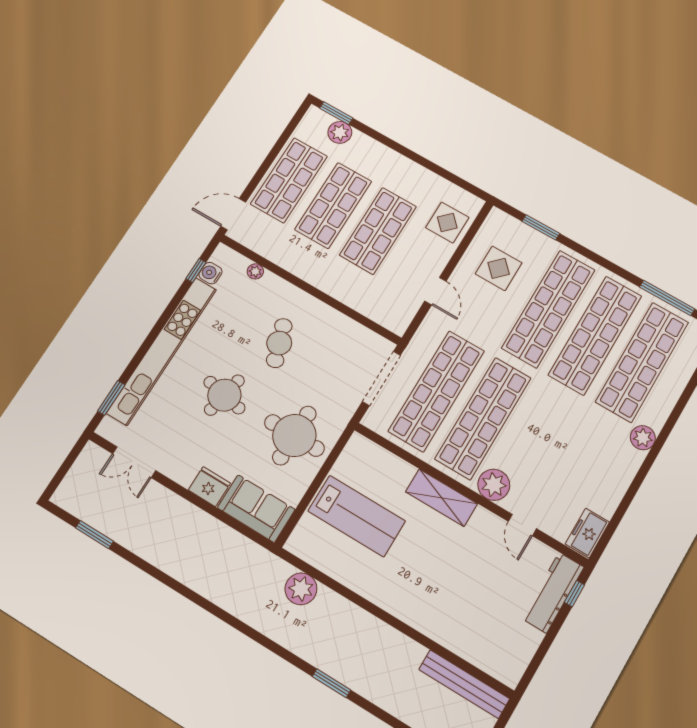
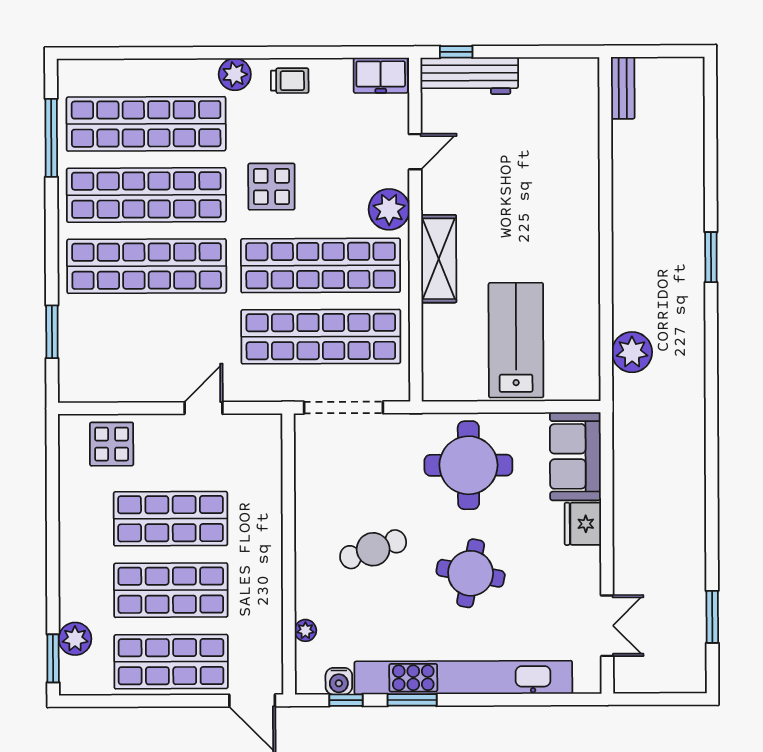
display table: (499, 268) -> (271, 187), moved
window: (111, 398) -> (412, 700), moved
trolley: (618, 471) -> (290, 81), added
bench: (464, 684) -> (623, 88), width x0.54, depth x0.82

